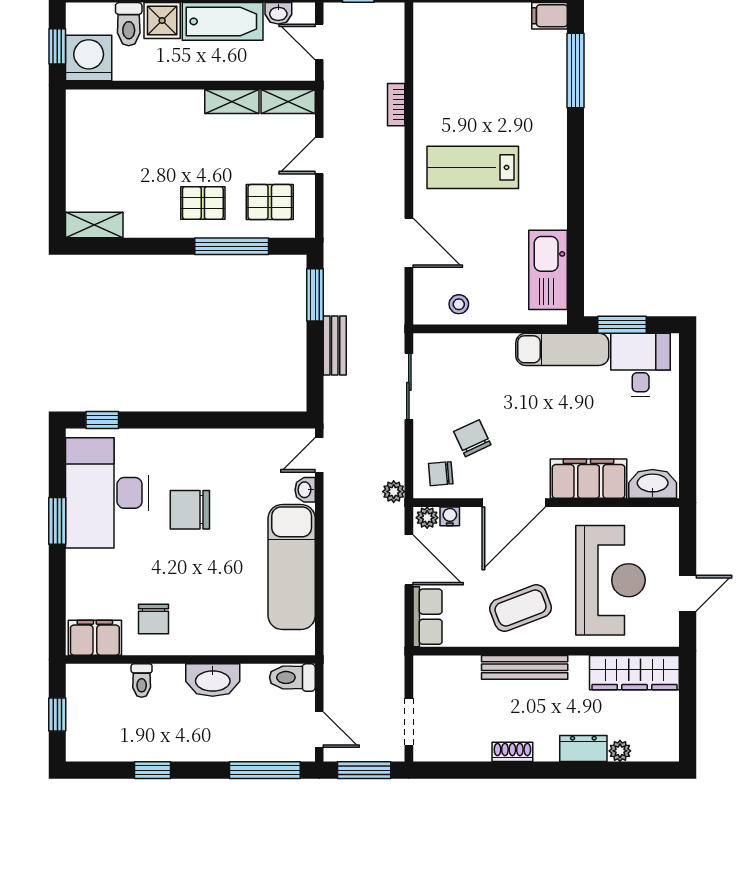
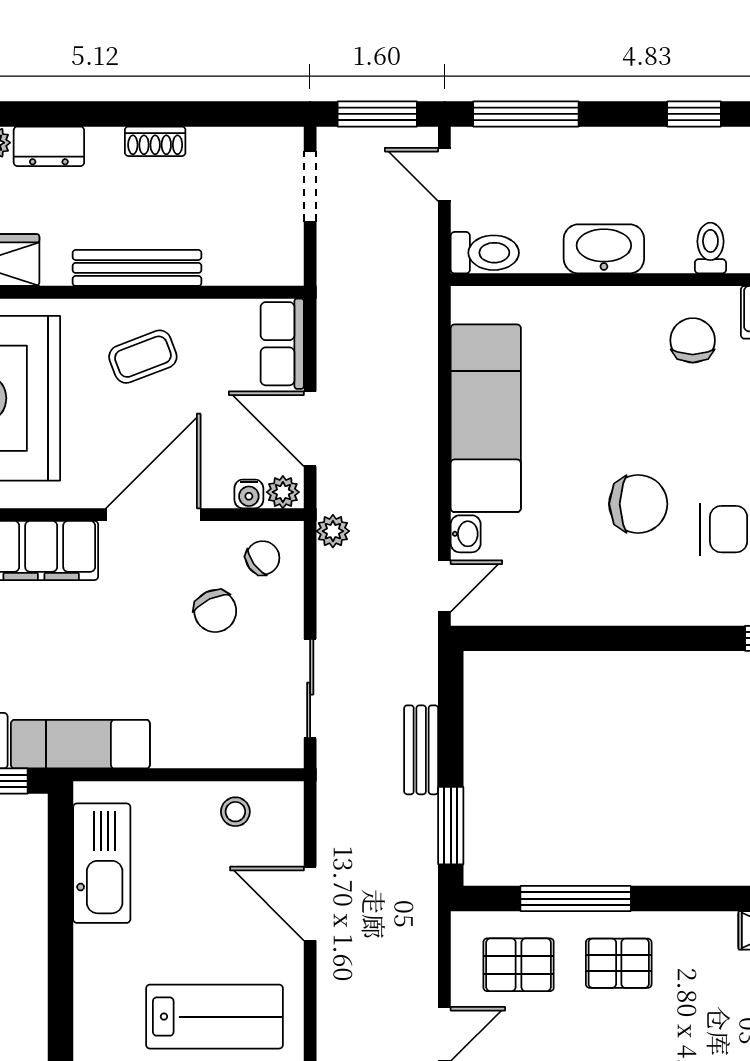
chair: (441, 474) -> (263, 558), turned -31
coffee table: (521, 608) -> (143, 357), width x0.73, depth x0.77

